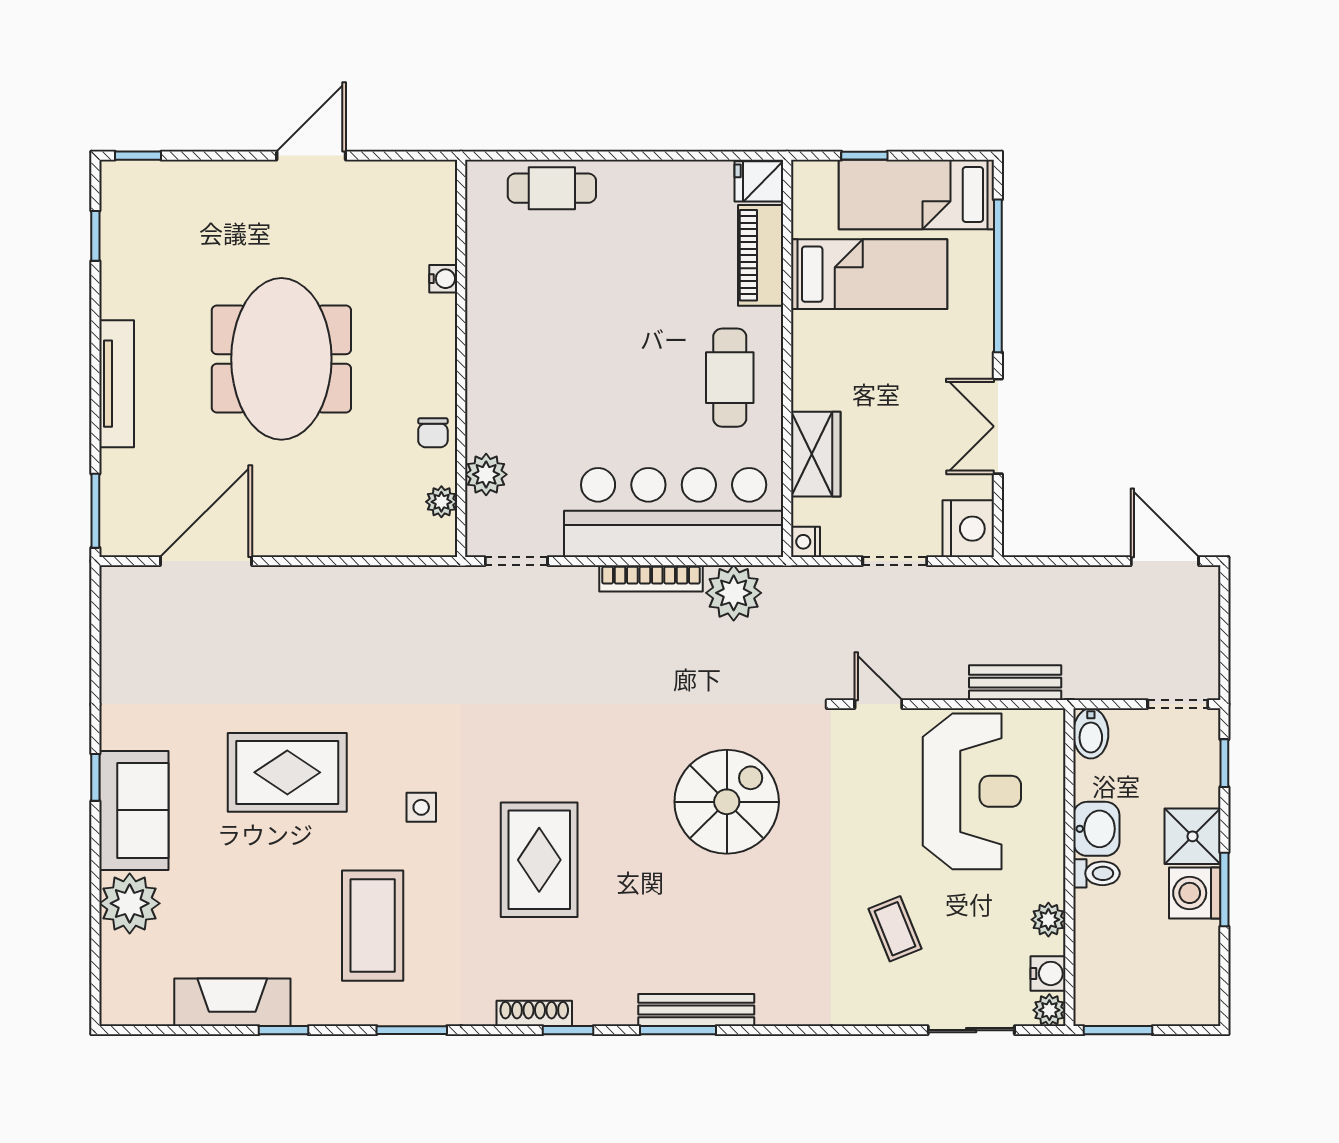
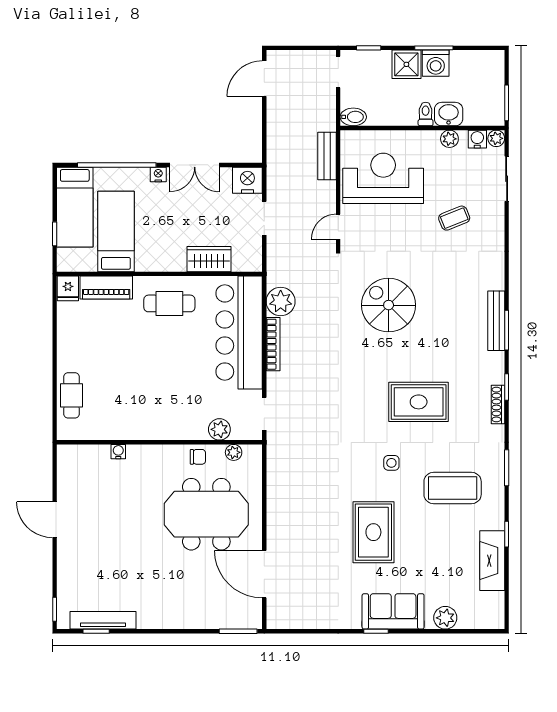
meeting table: (281, 359) -> (206, 514), moved
tv unit: (117, 384) -> (103, 620), moved
nightstand: (806, 542) -> (158, 174), moved, turned 180
washbasin: (1096, 829) -> (449, 114), moved
plant: (130, 903) -> (445, 618), width x0.73, depth x0.73

